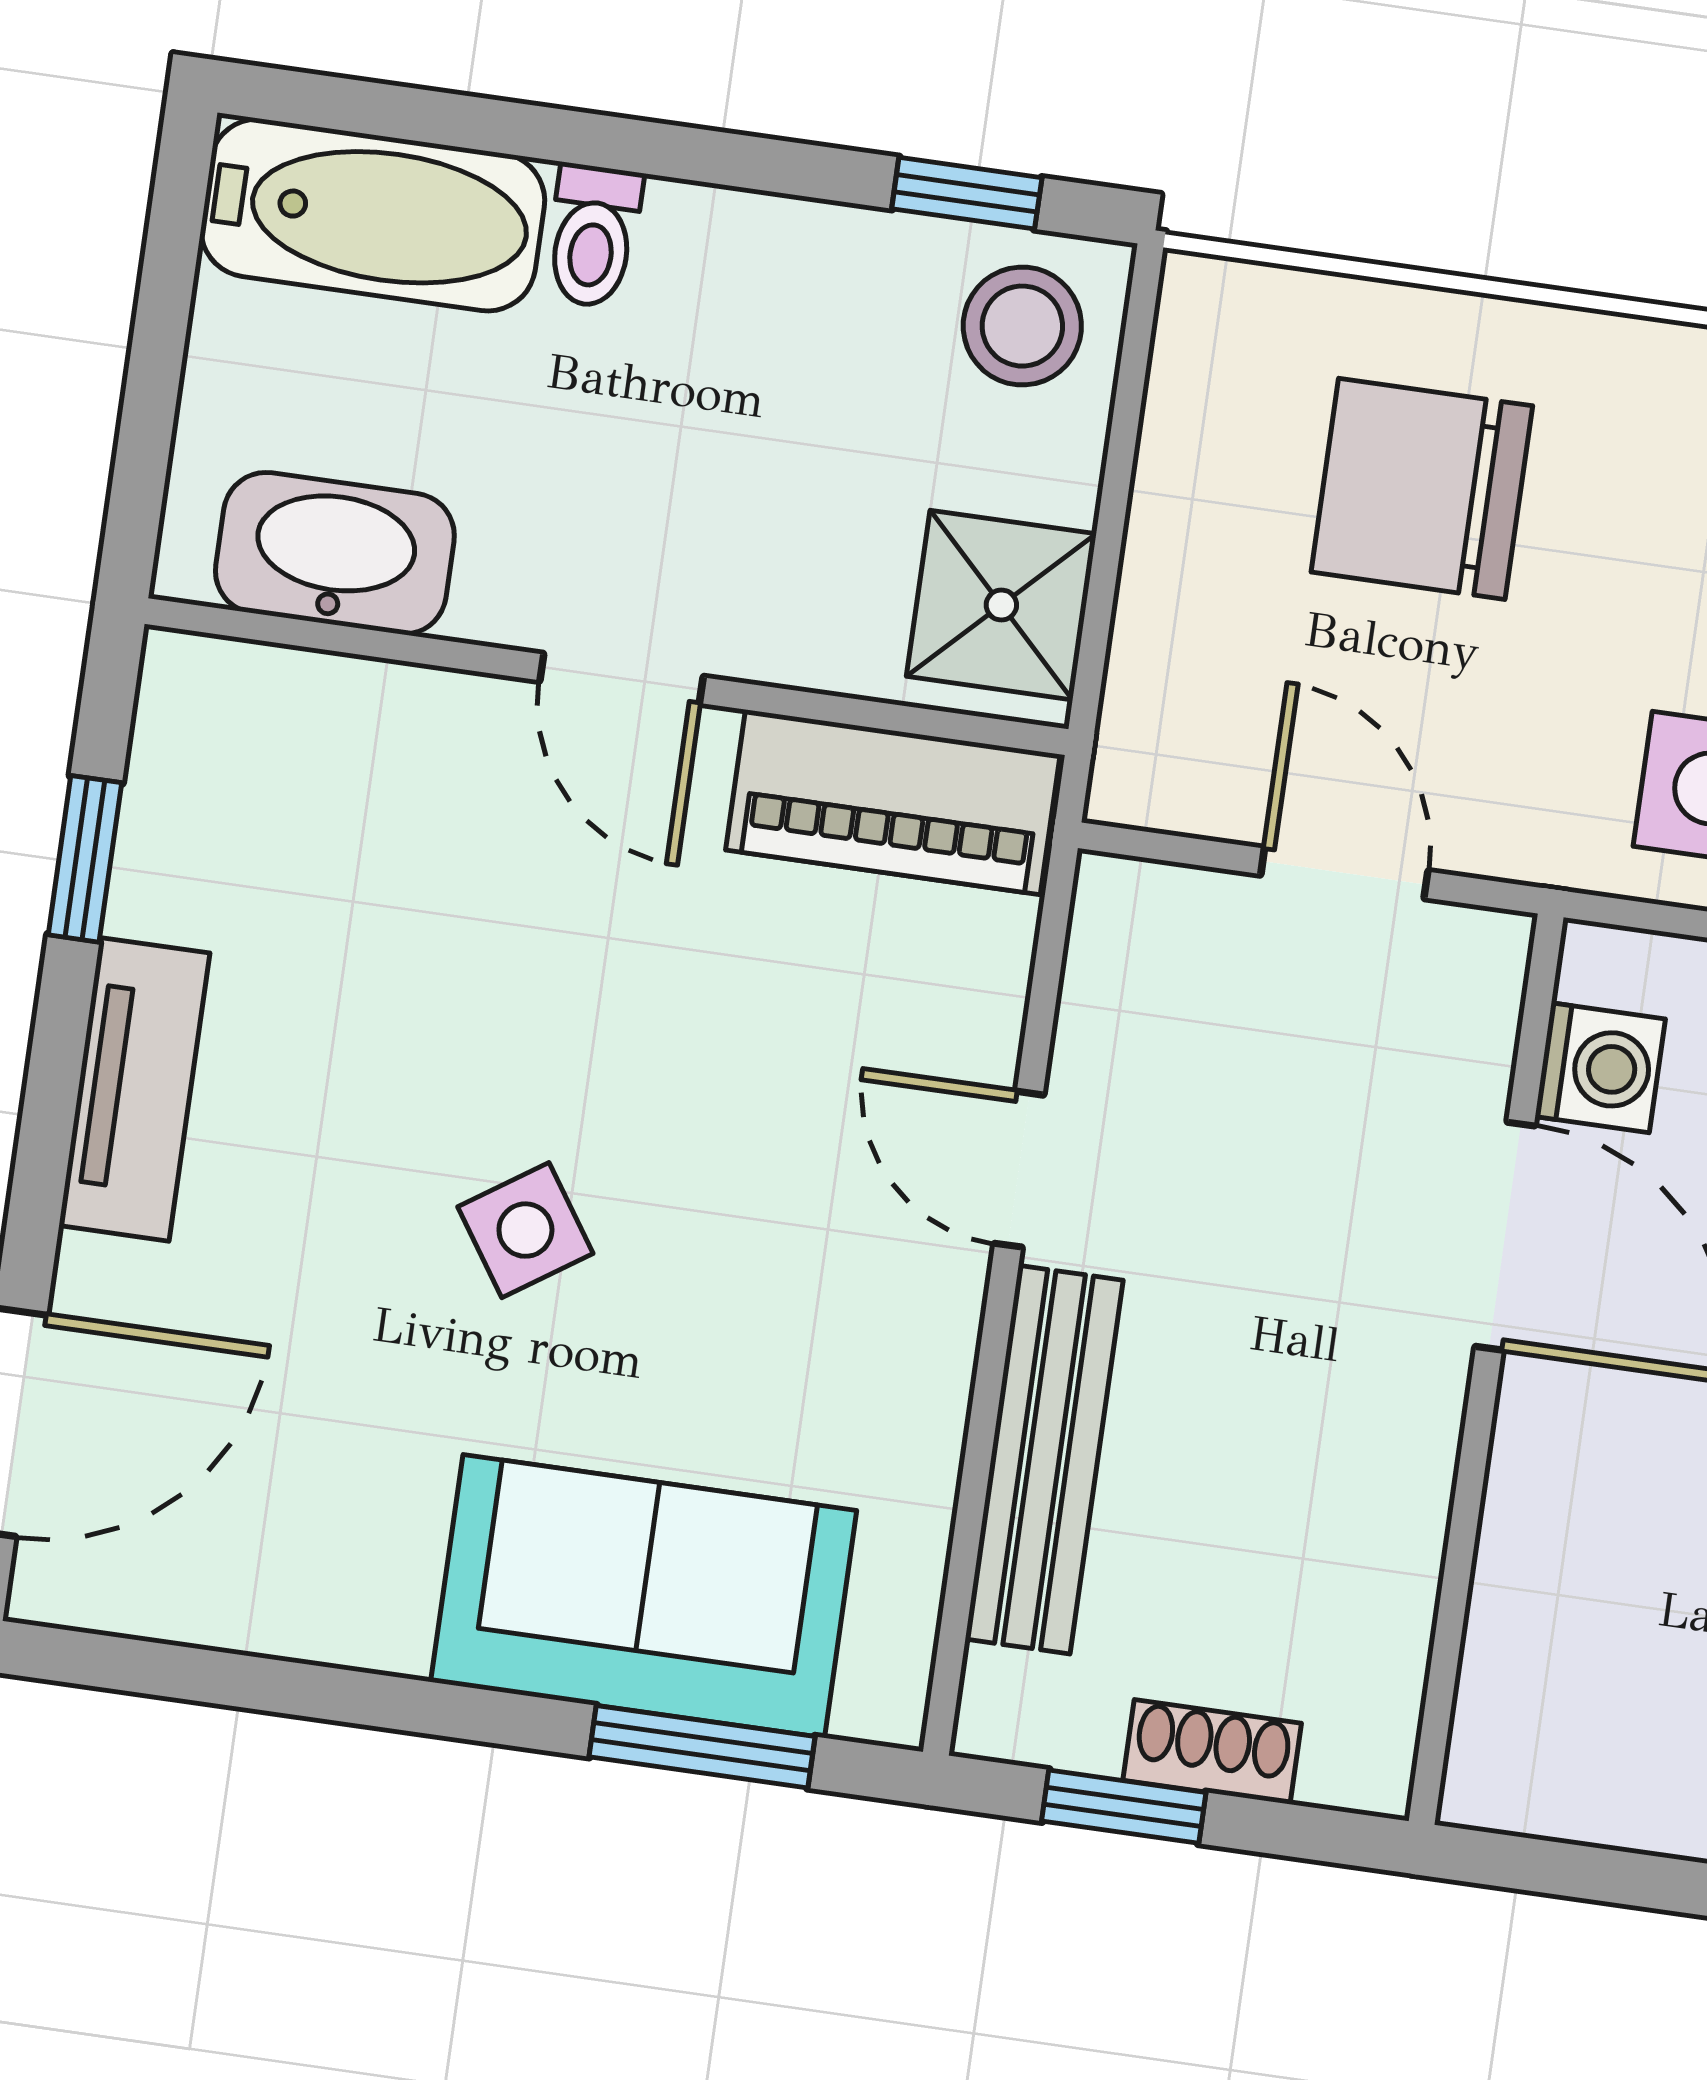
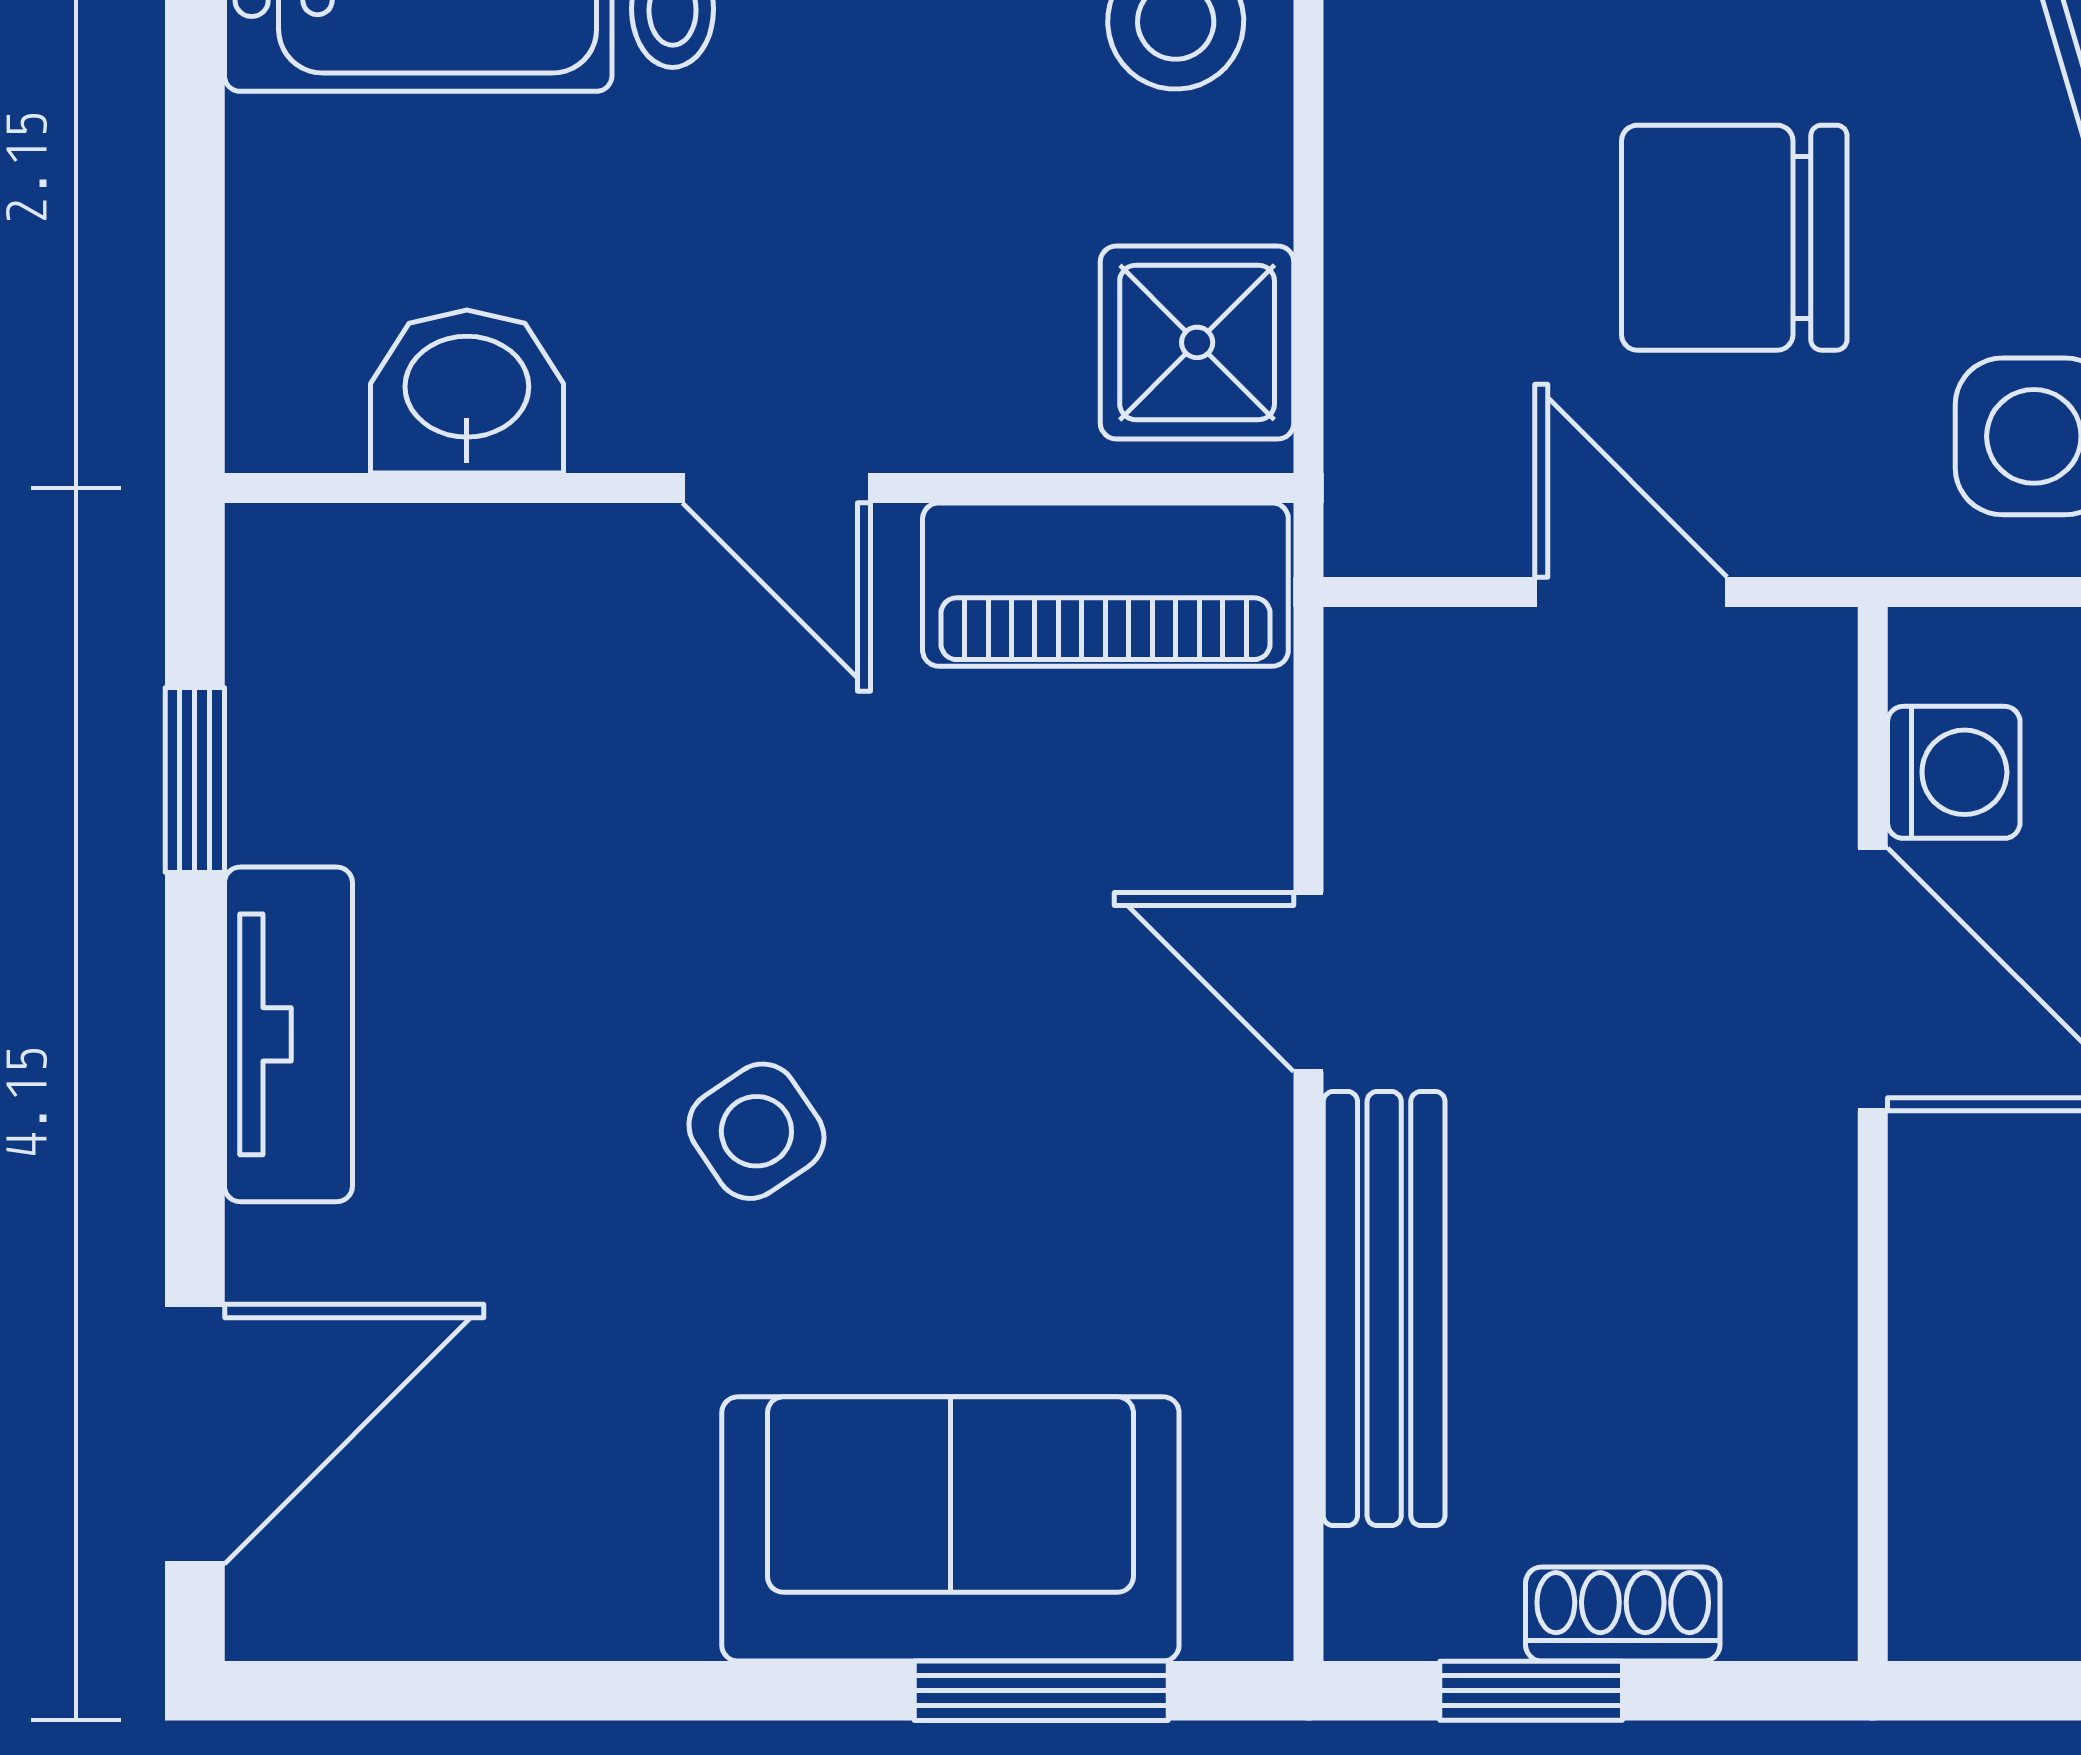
chair: (1422, 489) -> (1734, 238), moved
washbasin: (335, 553) -> (467, 392), width x0.72

